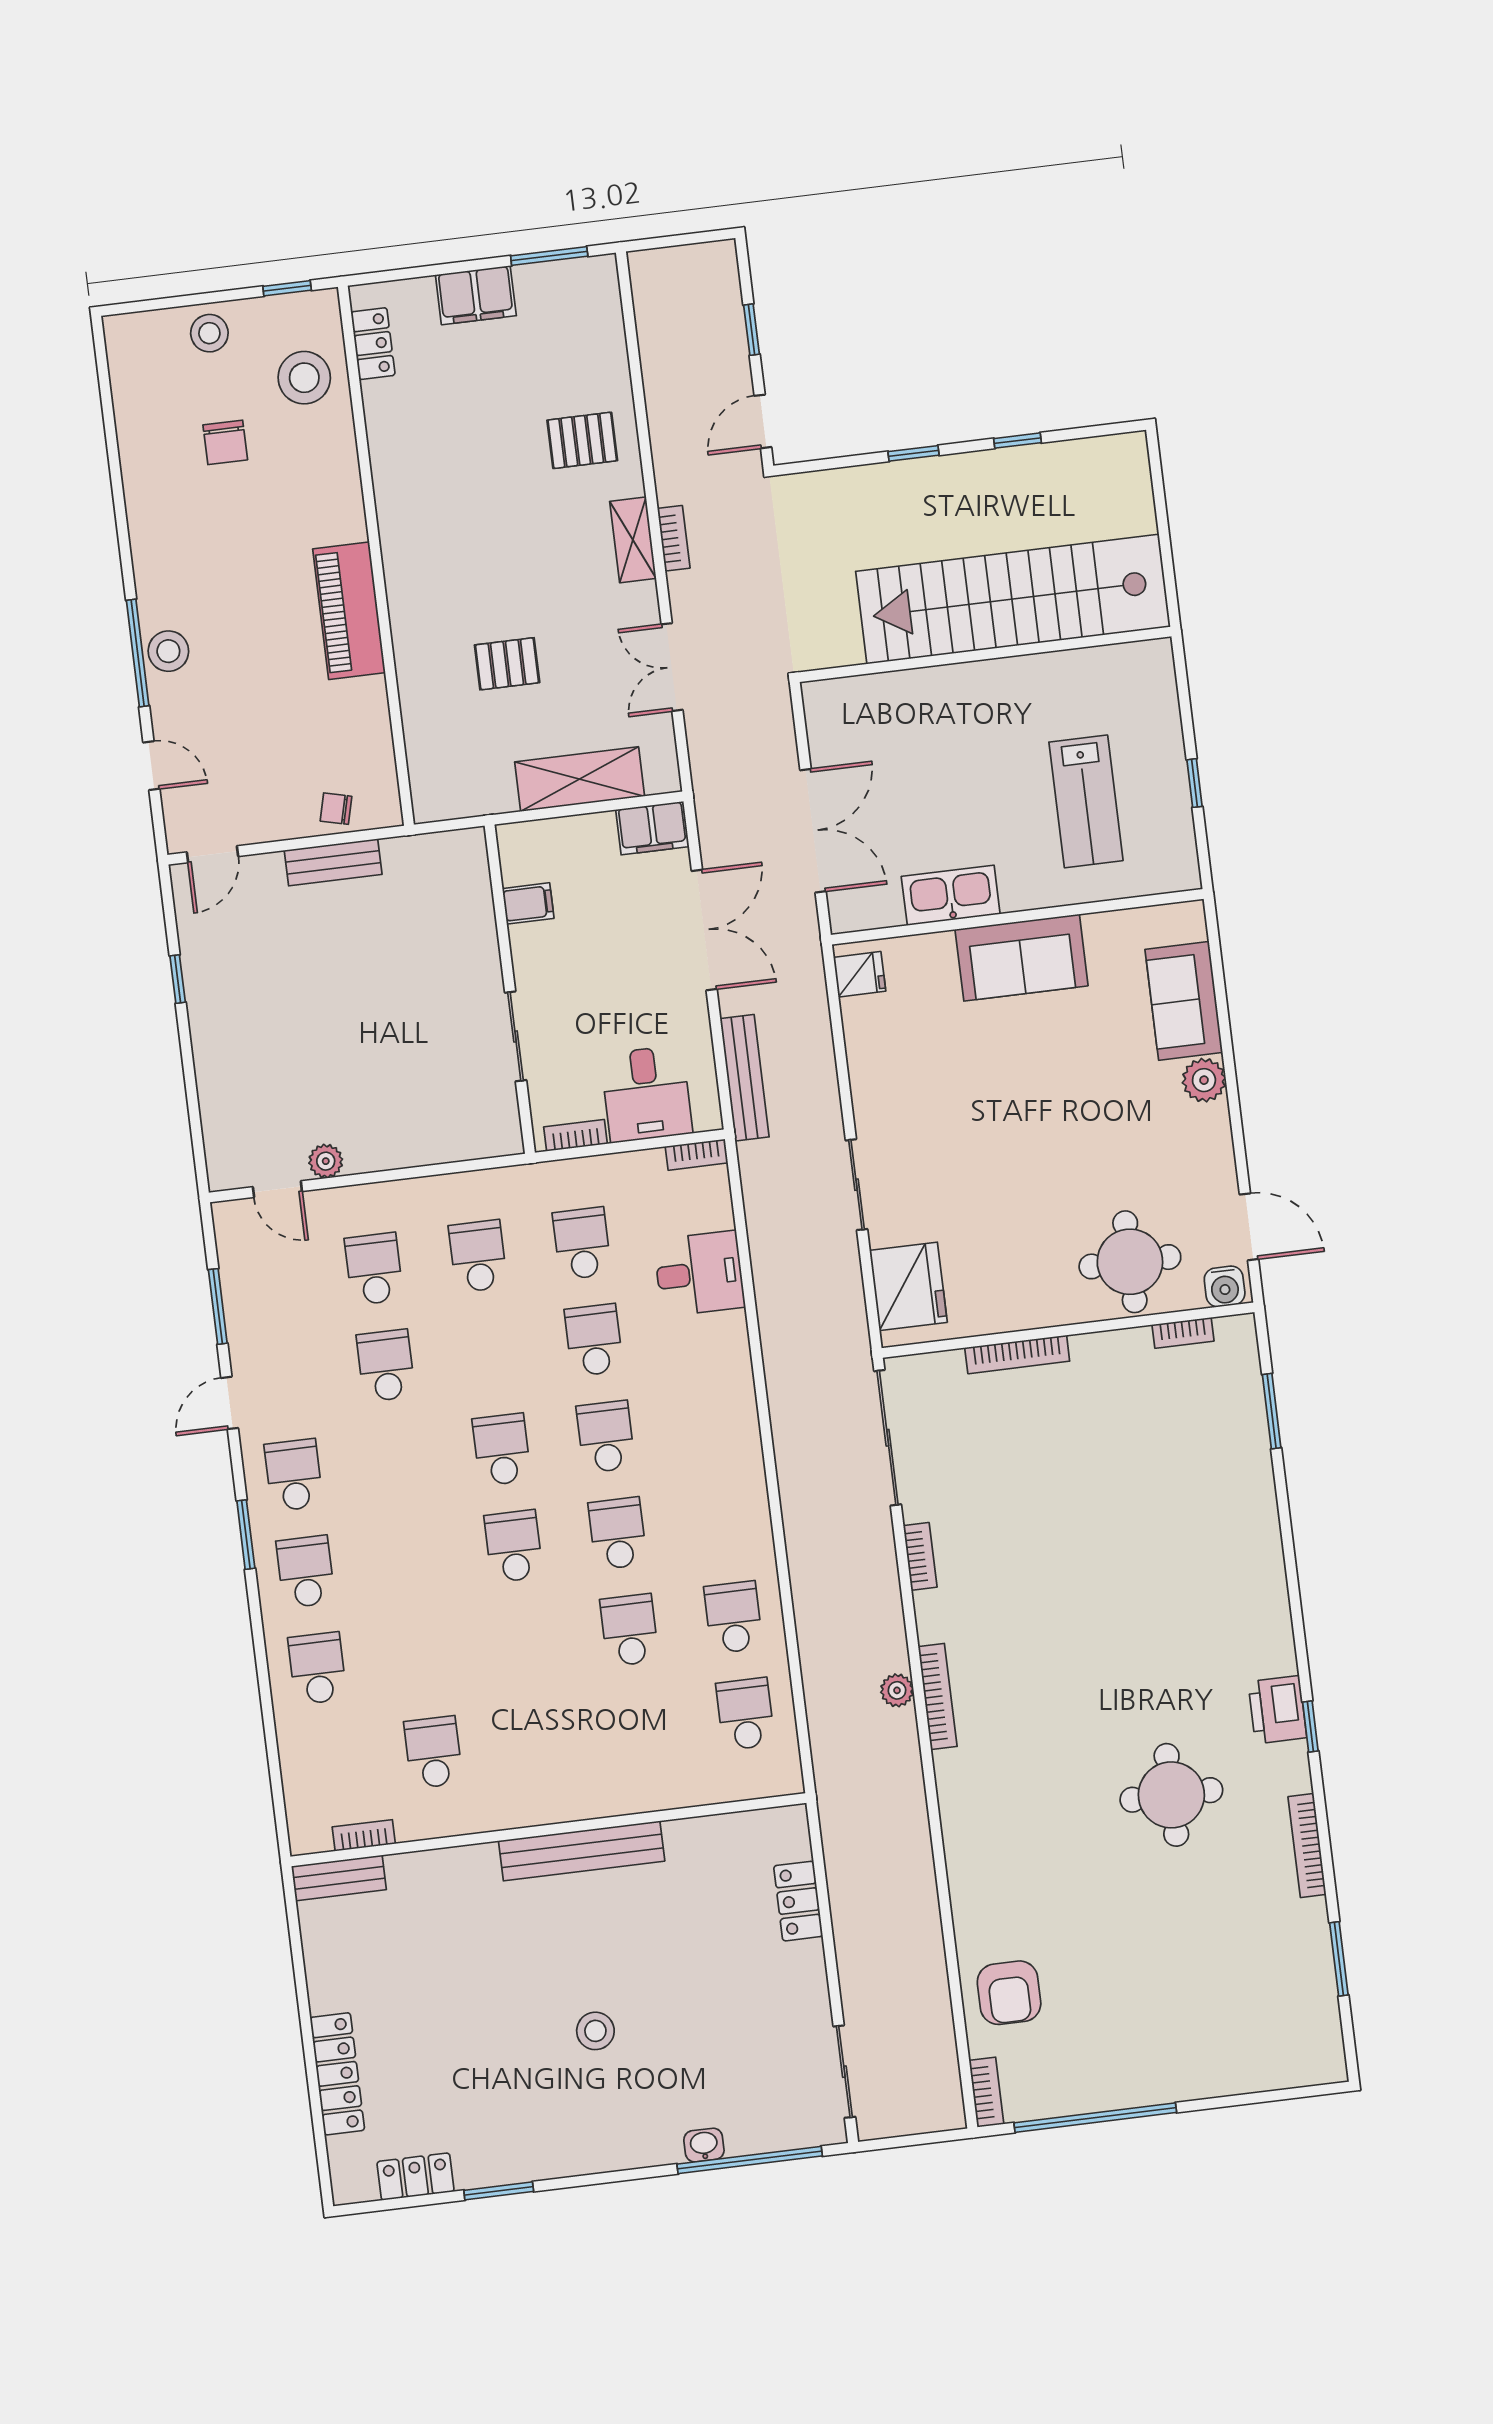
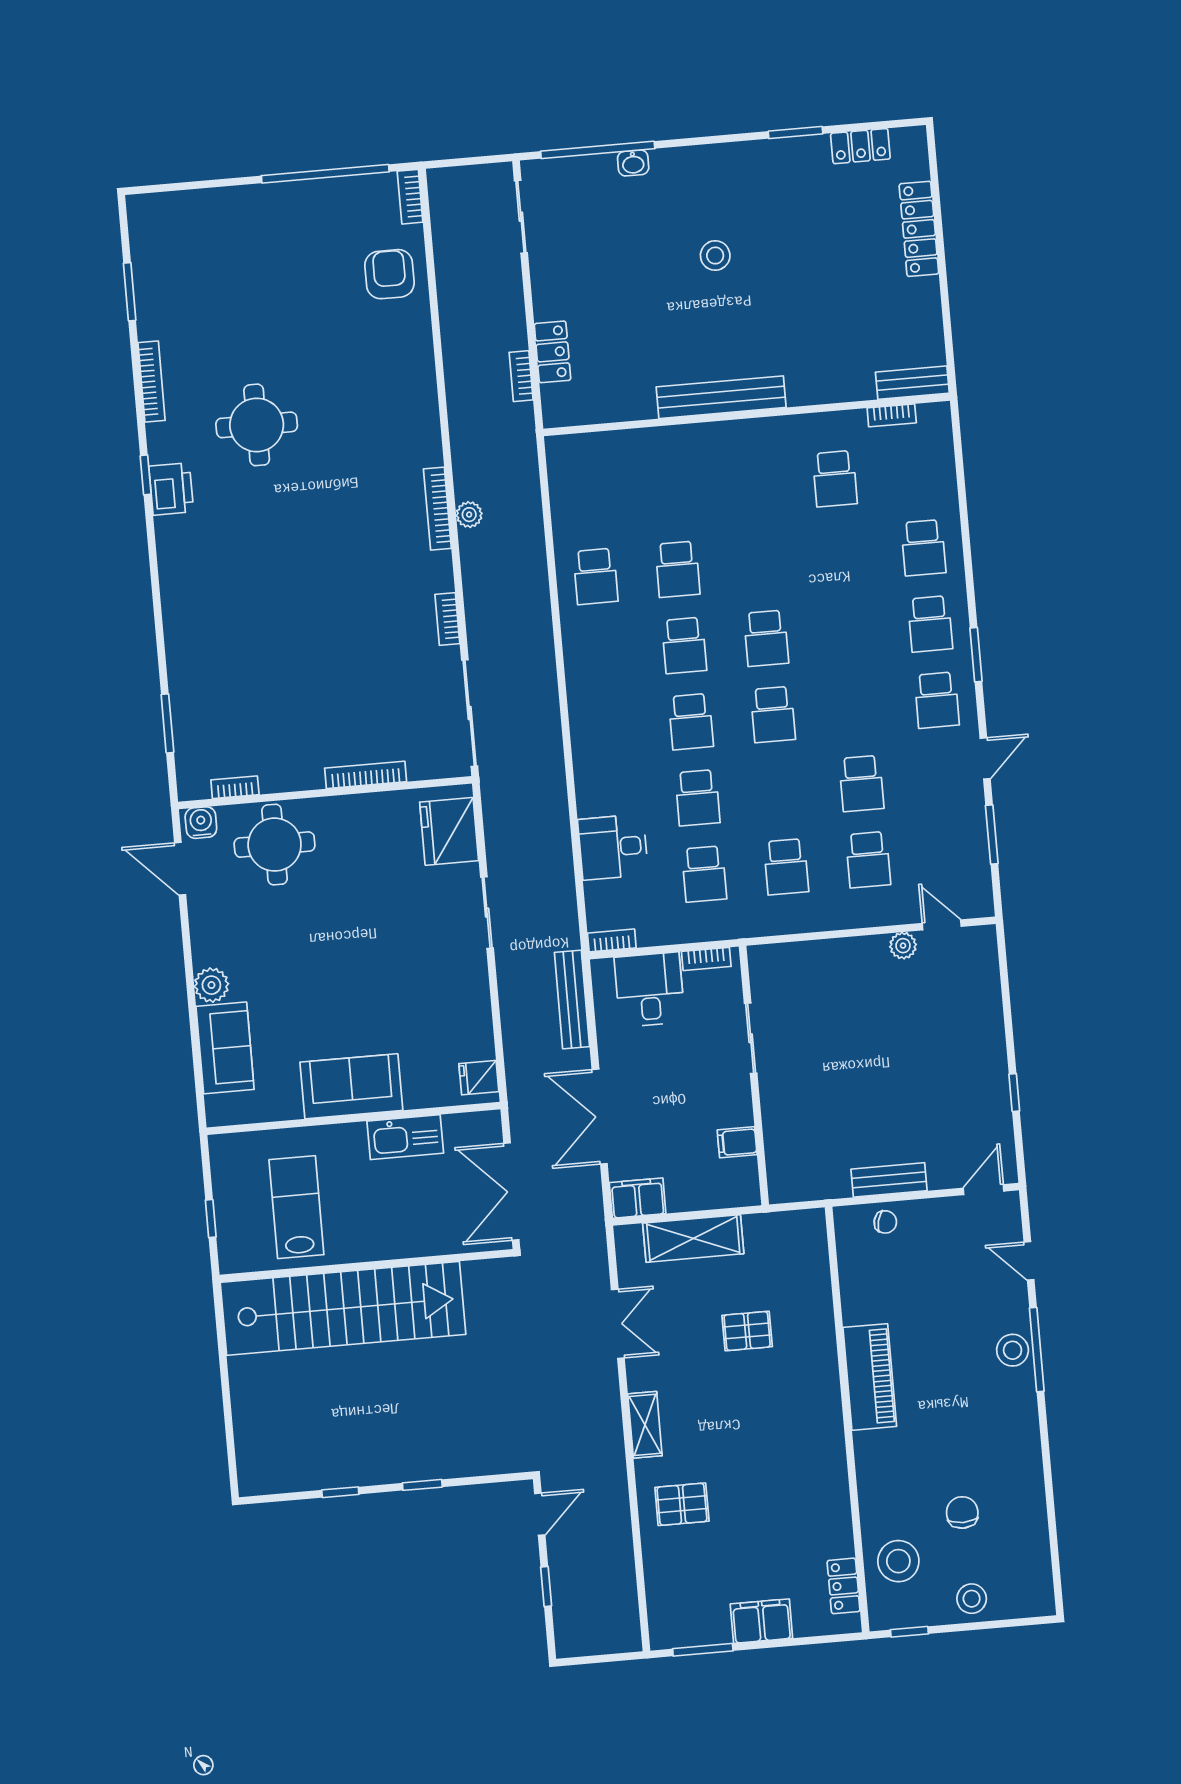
bookcase: (674, 538) -> (521, 376), moved
stairs: (1013, 599) -> (343, 1308), moved
wall: (985, 654) -> (366, 1266), moved
school desk: (745, 1714) -> (589, 500), removed

